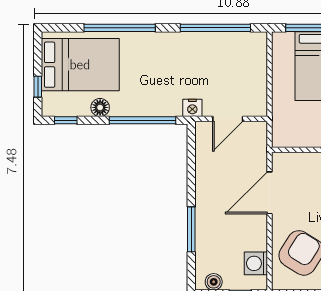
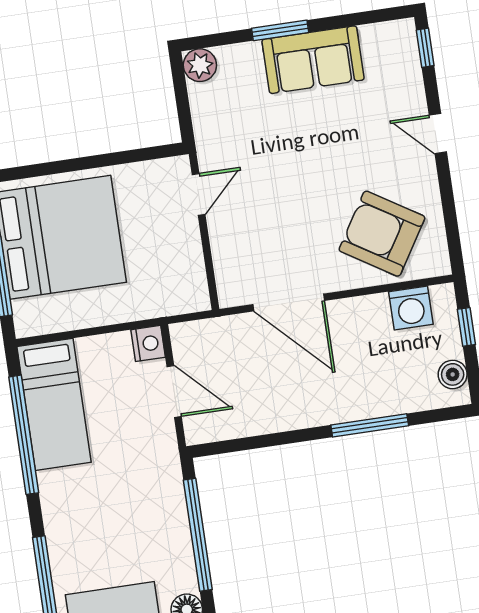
bed: (230, 48) -> (54, 404), added
nightstand: (192, 108) -> (148, 343), moved

